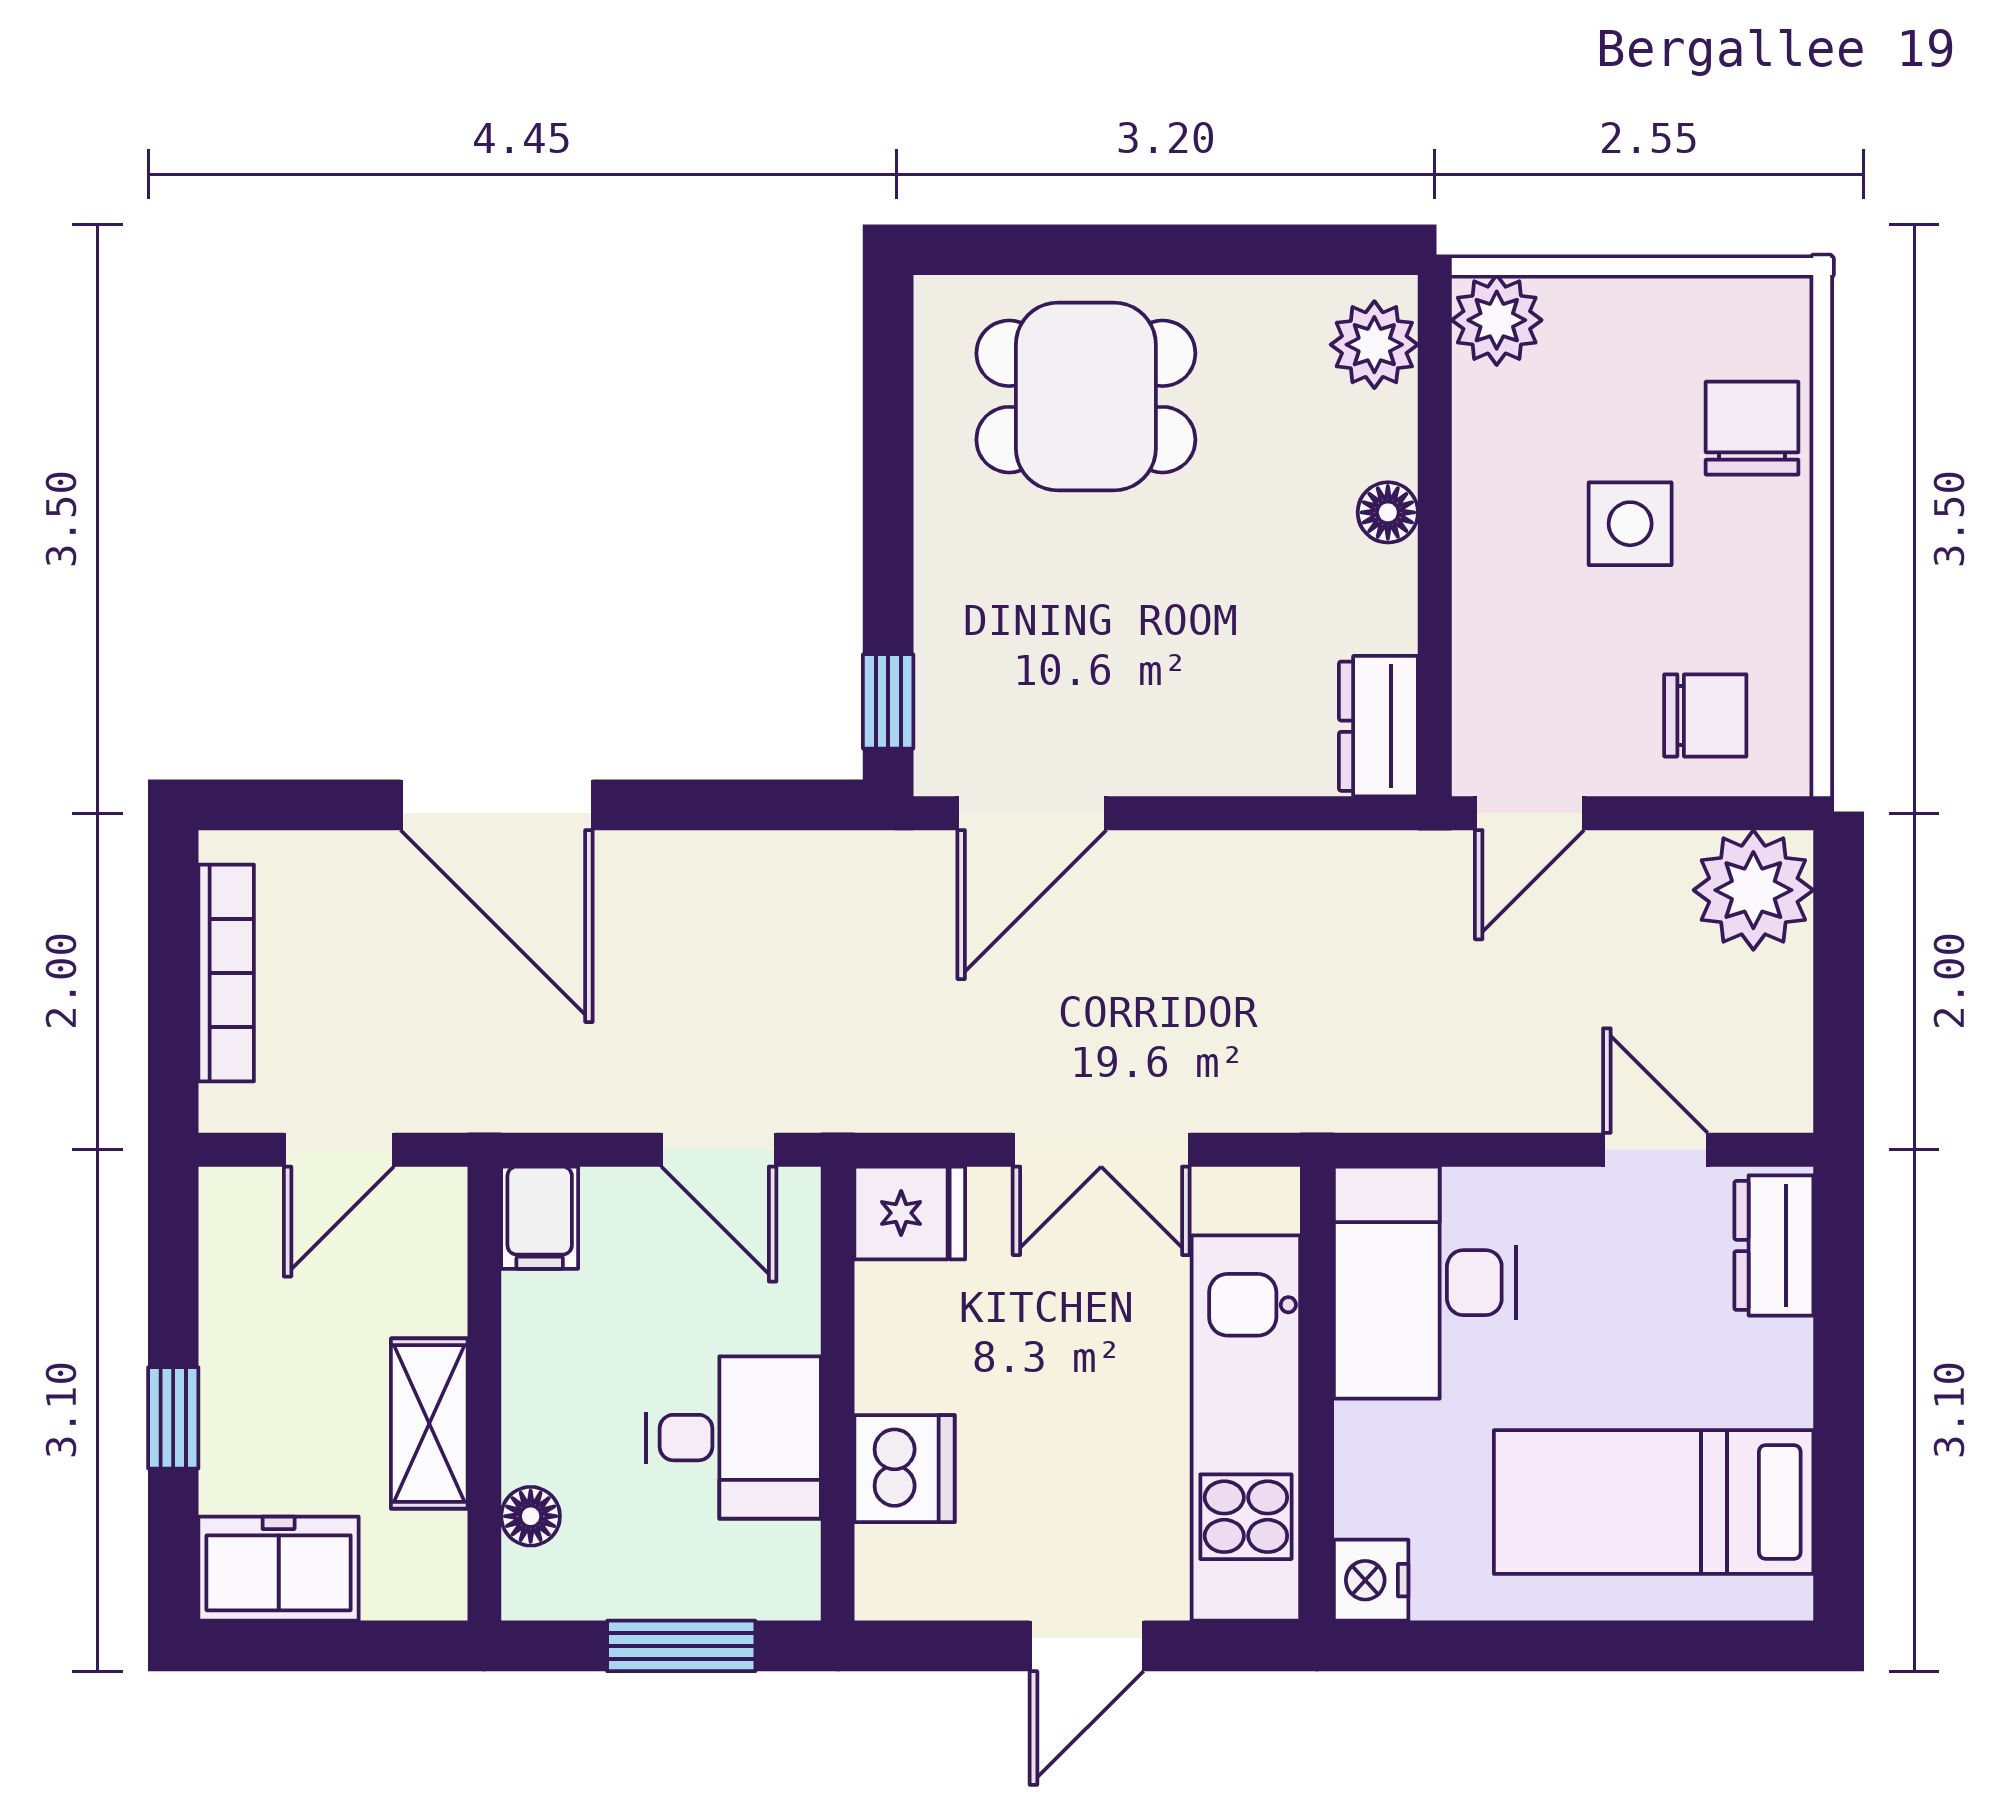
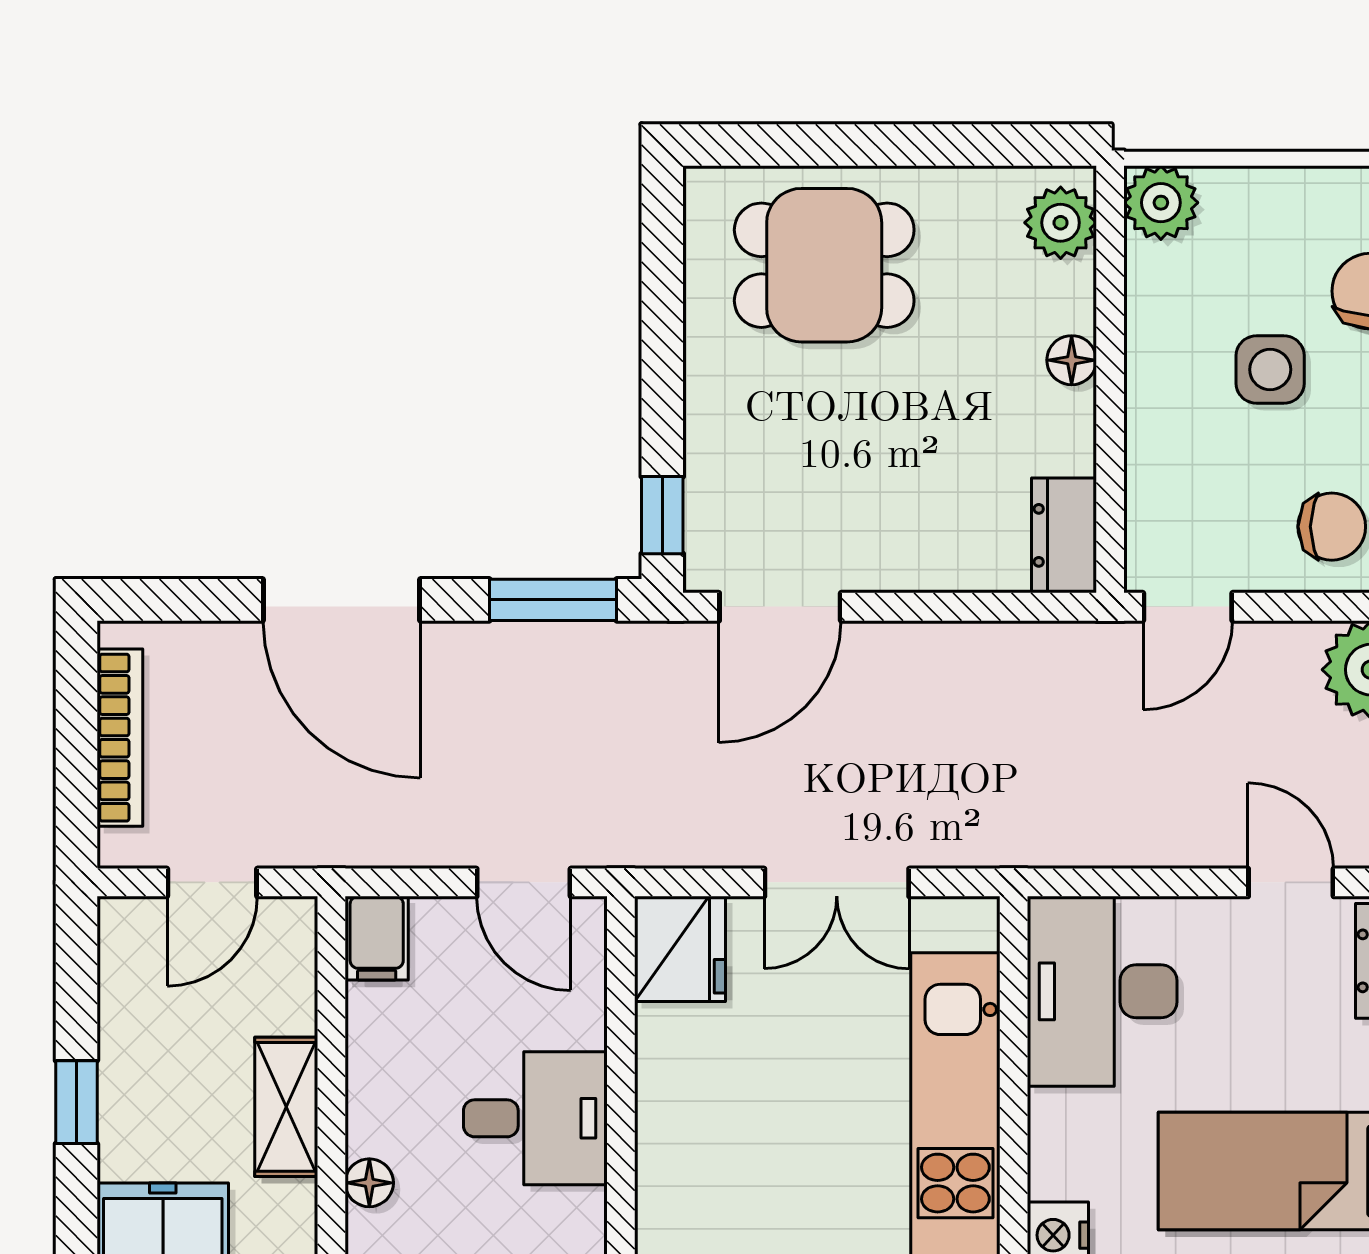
window: (755, 805) -> (553, 600), added
fridge: (910, 1213) -> (680, 949), width x1.38
dishwasher: (905, 1469) -> (676, 1144), removed

